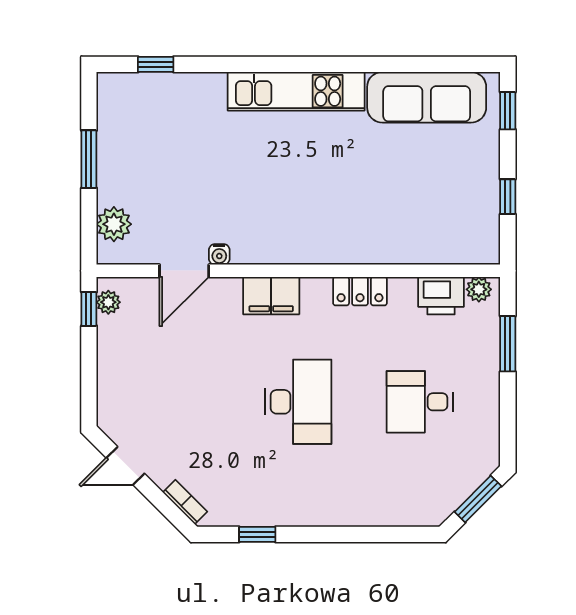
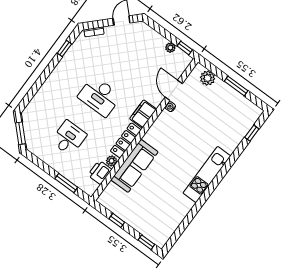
sofa: (427, 97) -> (134, 166), moved, turned 180
plant: (479, 289) -> (112, 161), moved
locker: (360, 291) -> (126, 140), width x1.53
plant: (108, 302) -> (170, 48), moved

